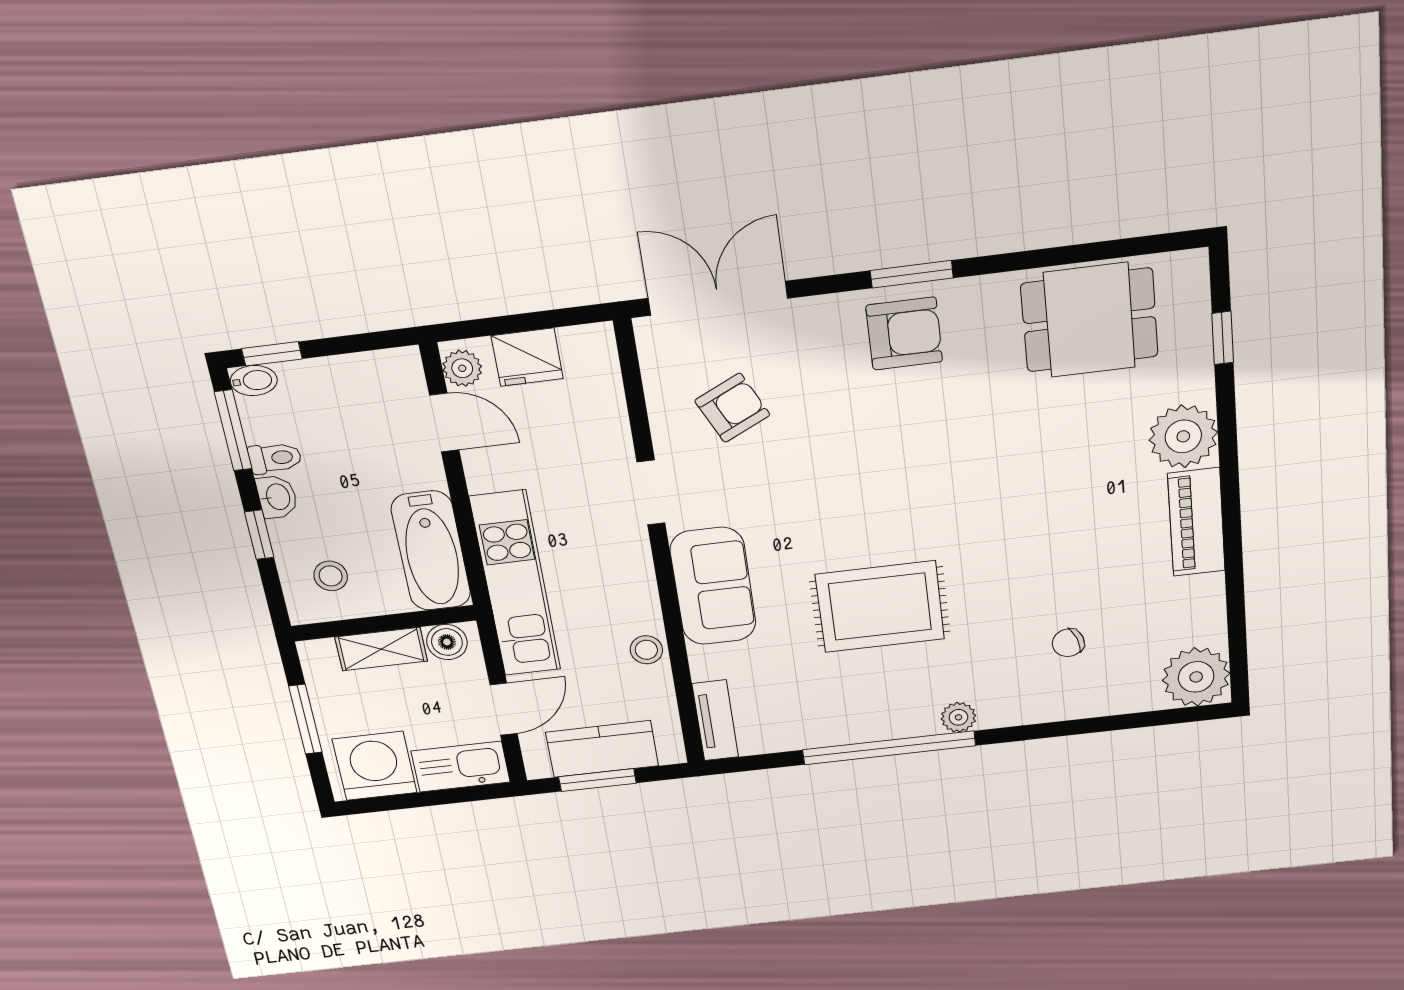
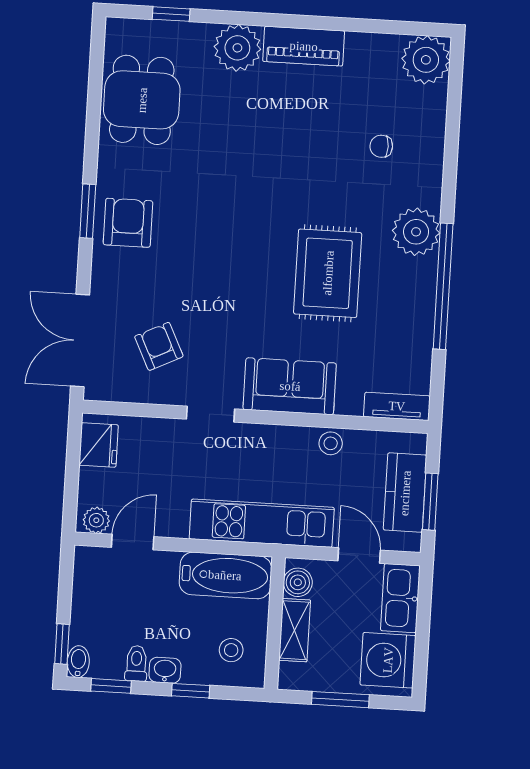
fridge: (527, 357) -> (99, 445), moved
window: (233, 430) -> (111, 686), width x0.67
chair: (1068, 643) -> (381, 146), turned 110
plant: (958, 717) -> (416, 232), width x1.87, depth x1.87

